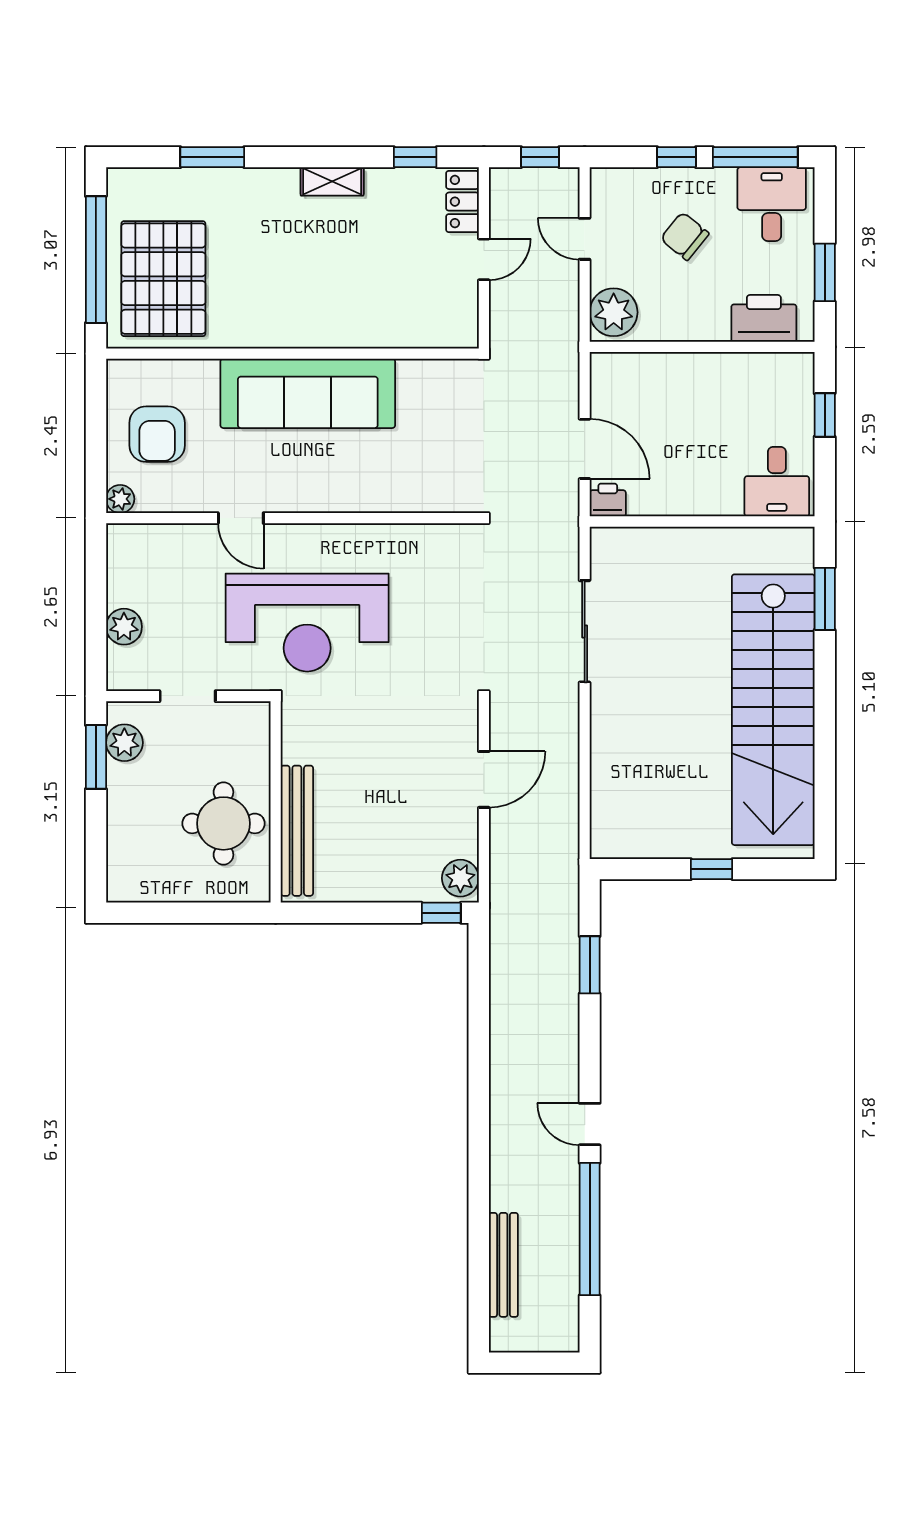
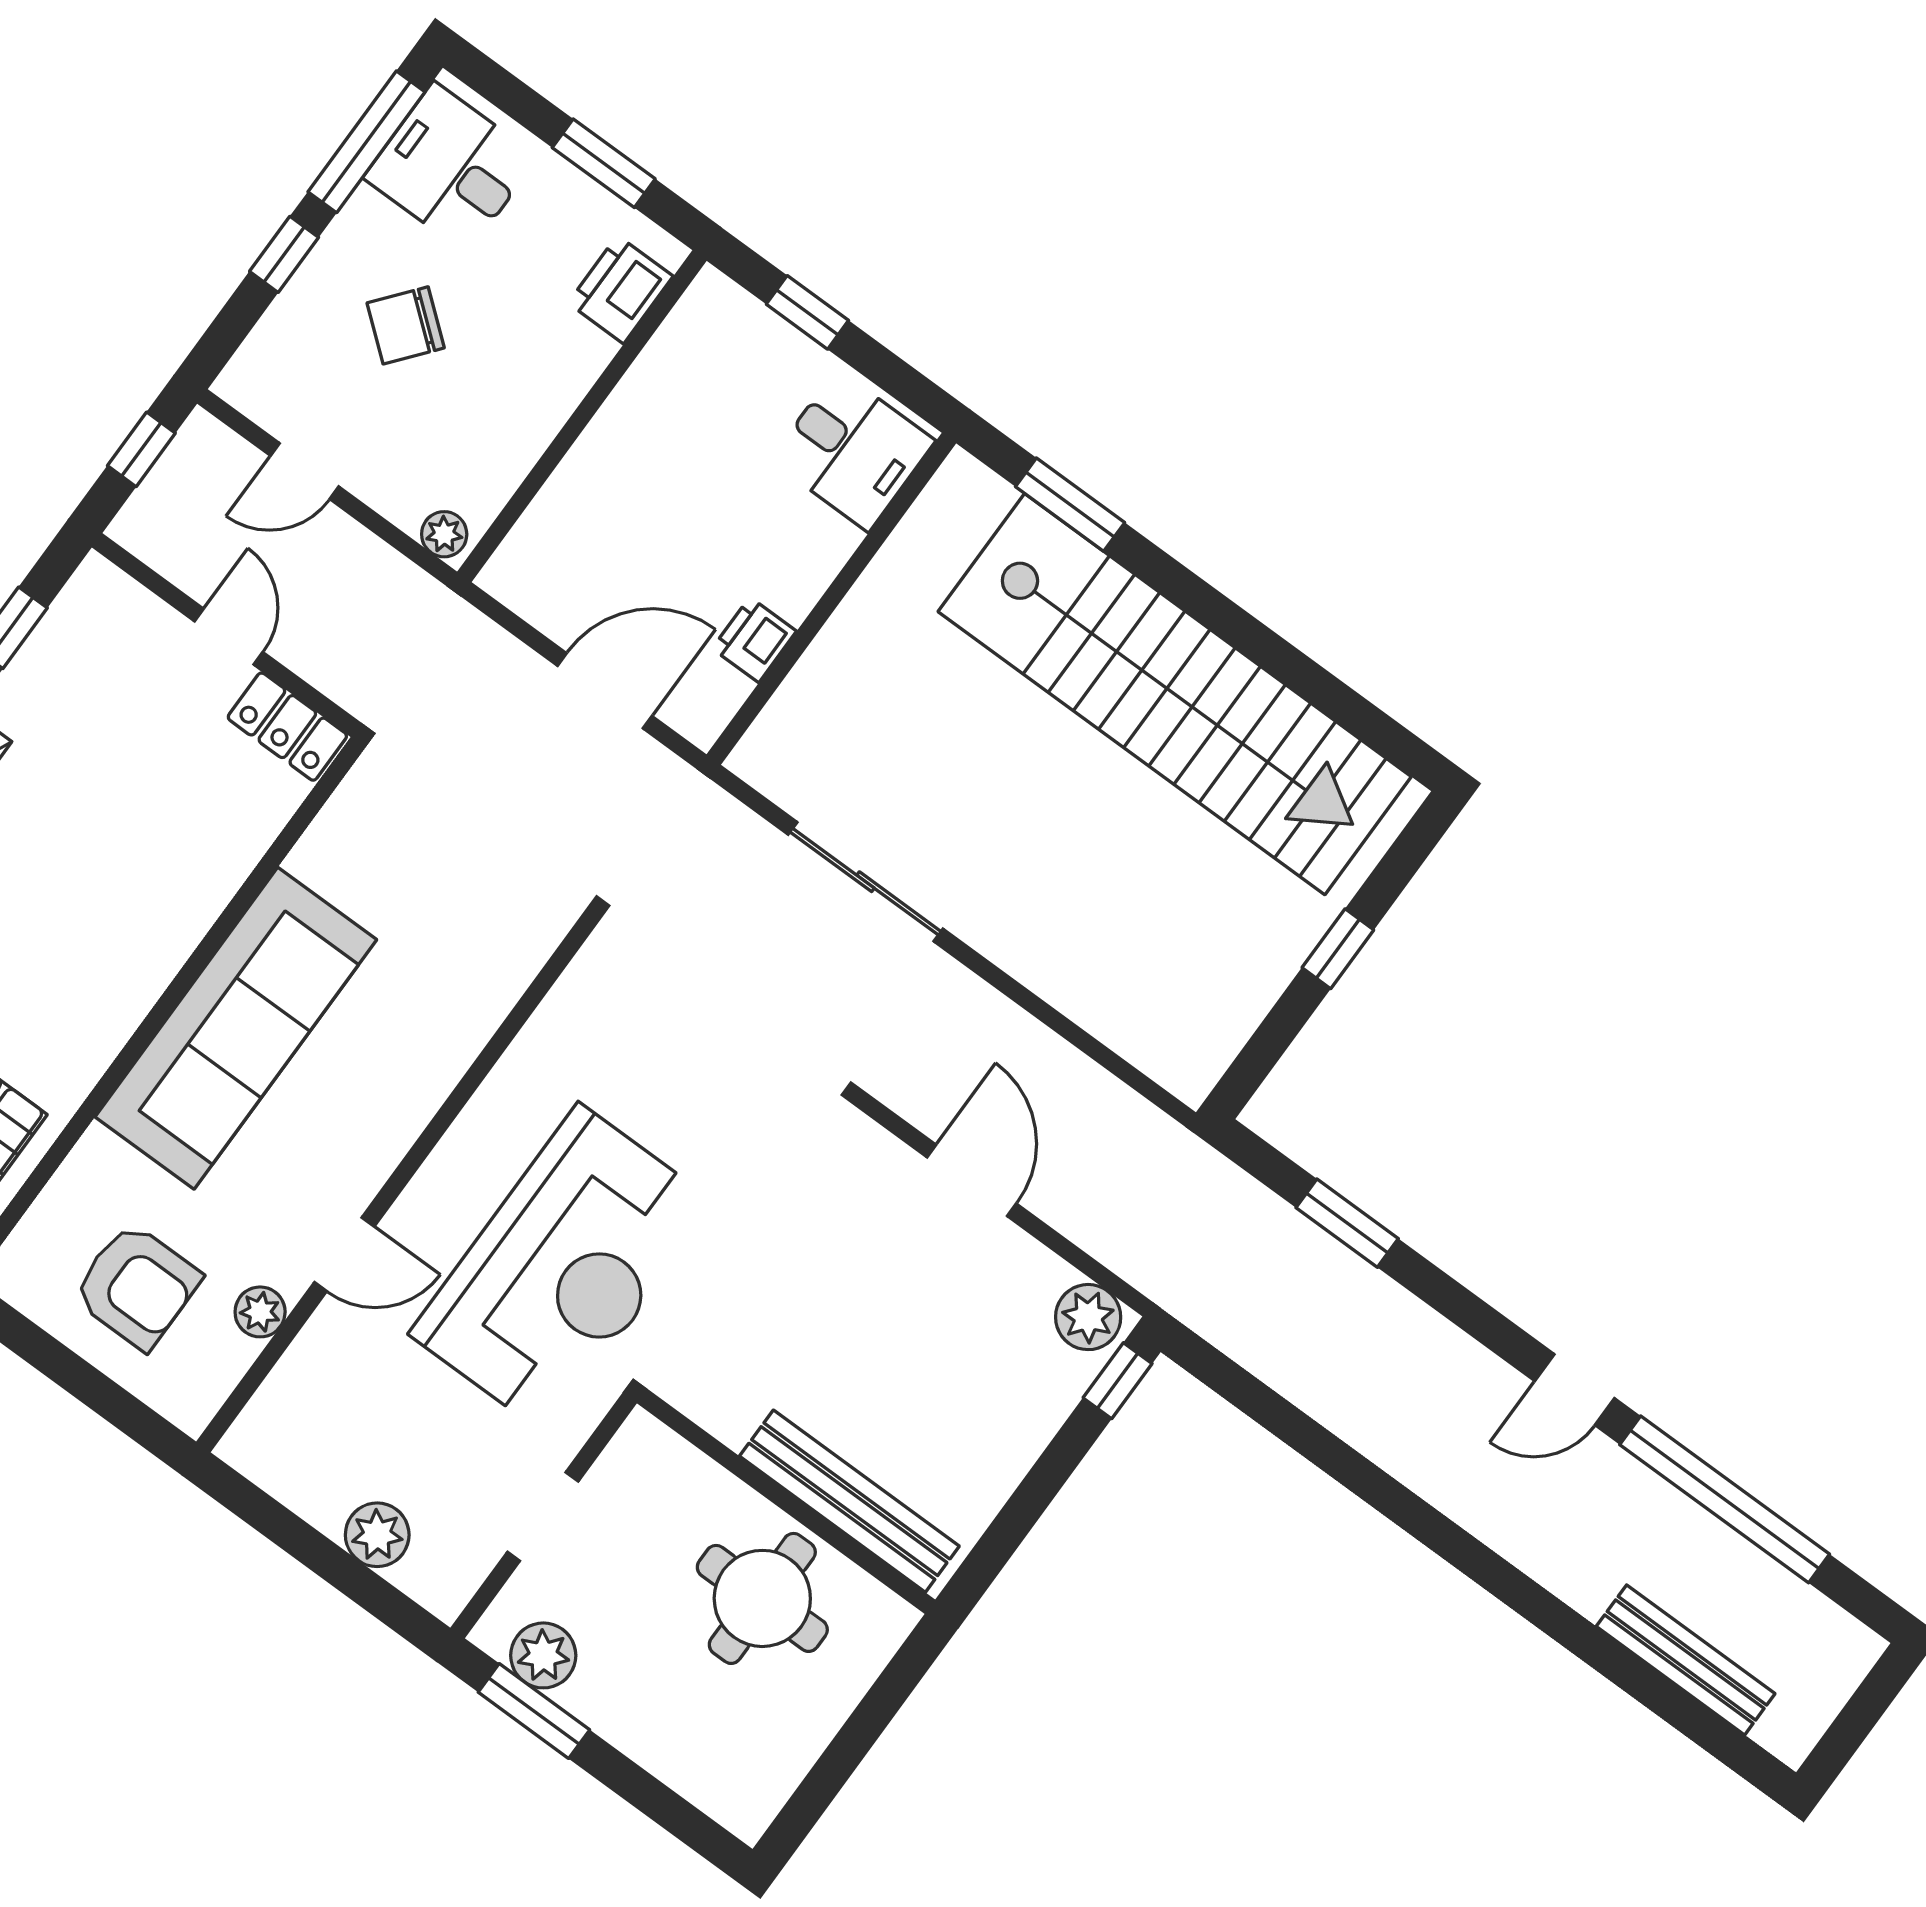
locker: (462, 202) -> (287, 727), moved
plant: (614, 312) -> (444, 534), width x0.53, depth x0.53
printer: (764, 318) -> (621, 290), width x0.73, depth x0.84
plant: (120, 499) -> (260, 1312), moved
printer: (608, 500) -> (754, 640), moved

